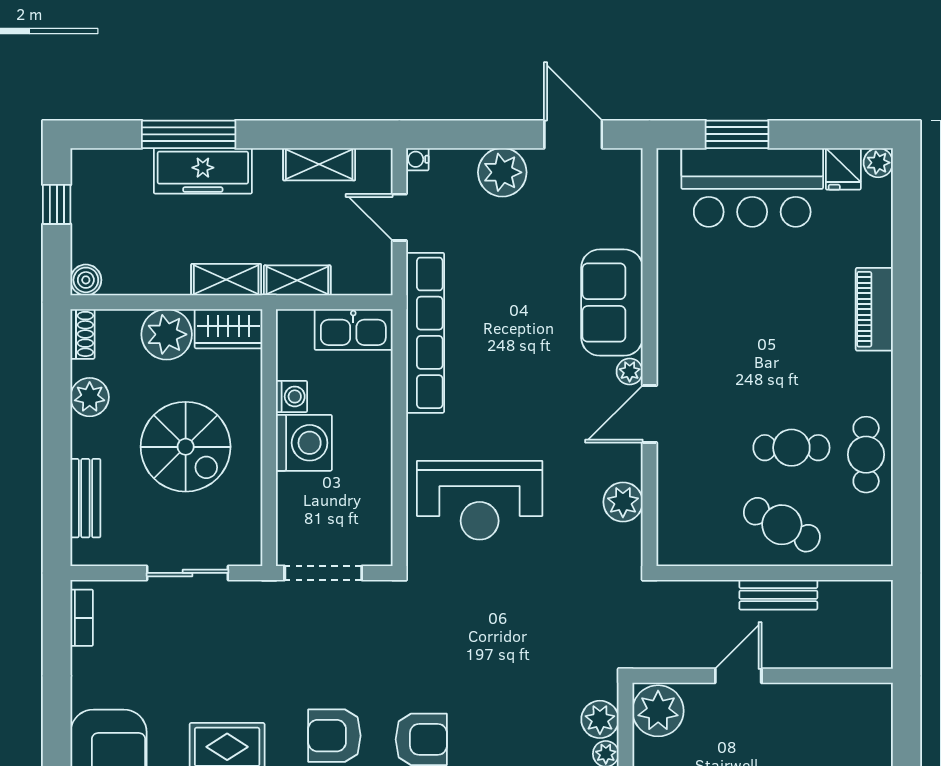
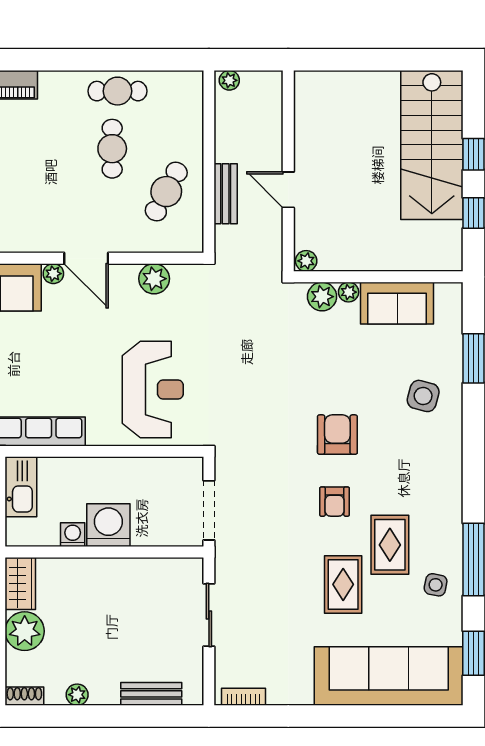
plant: (90, 397) -> (77, 695), width x0.73, depth x0.73
spiral stairs: (186, 447) -> (111, 617), removed
cafe table: (782, 525) -> (166, 192), moved
bench: (778, 595) -> (226, 194), moved
plant: (880, 599) -> (229, 80), added
plant: (658, 711) -> (306, 261), width x0.53, depth x0.53
armchair: (334, 736) -> (335, 502), width x0.72, depth x0.72

